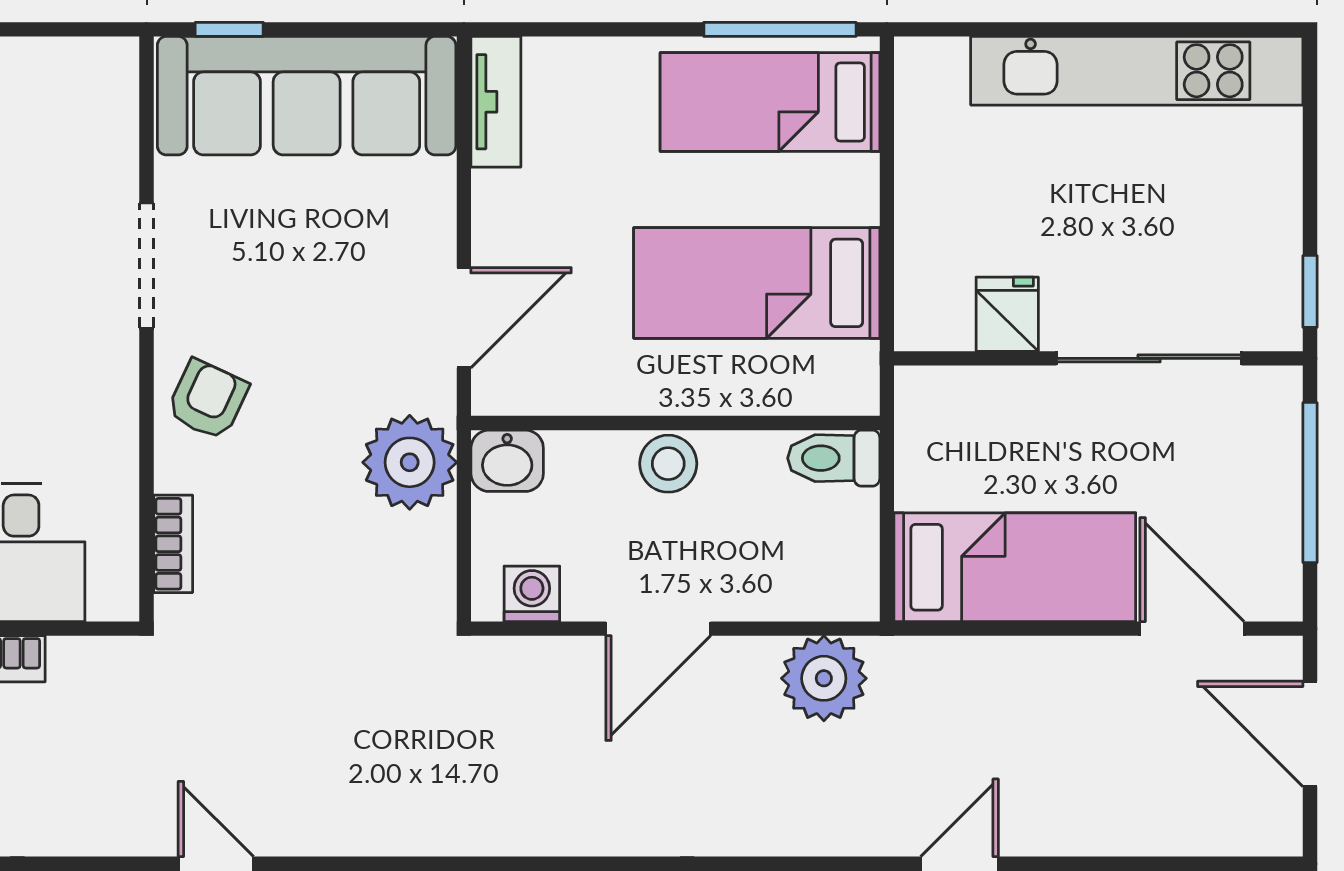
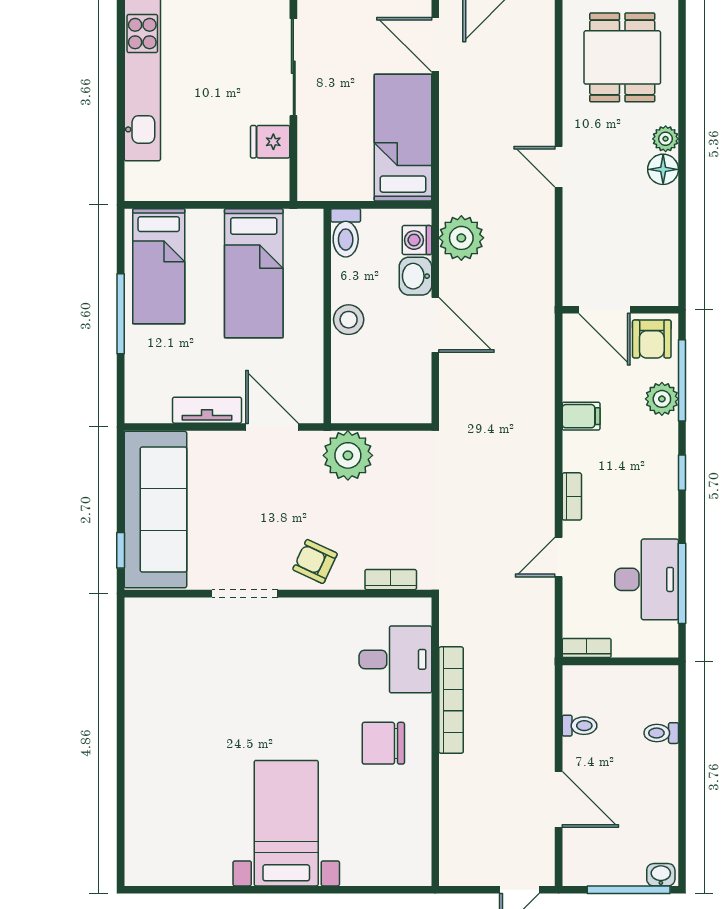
window: (780, 29) -> (121, 314), moved
tv unit: (496, 102) -> (207, 410), moved
washbasin: (507, 461) -> (415, 276), moved, turned 180
washing machine: (532, 594) -> (417, 240), moved
door: (1192, 629) -> (435, 45), hinge flipped

